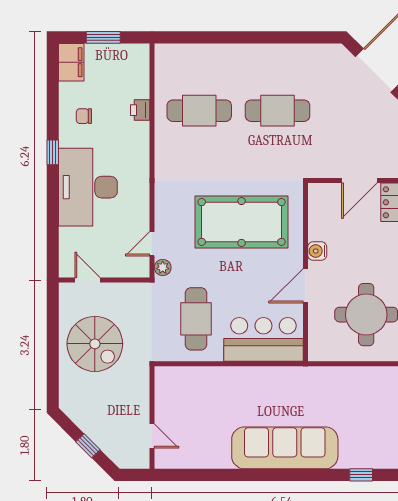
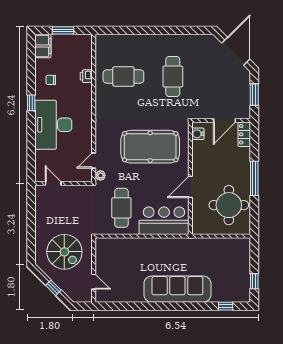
cafe table: (277, 111) -> (173, 77), turned 90
water cooler: (317, 251) -> (198, 134), moved
spiral stairs: (95, 344) -> (64, 252), moved

